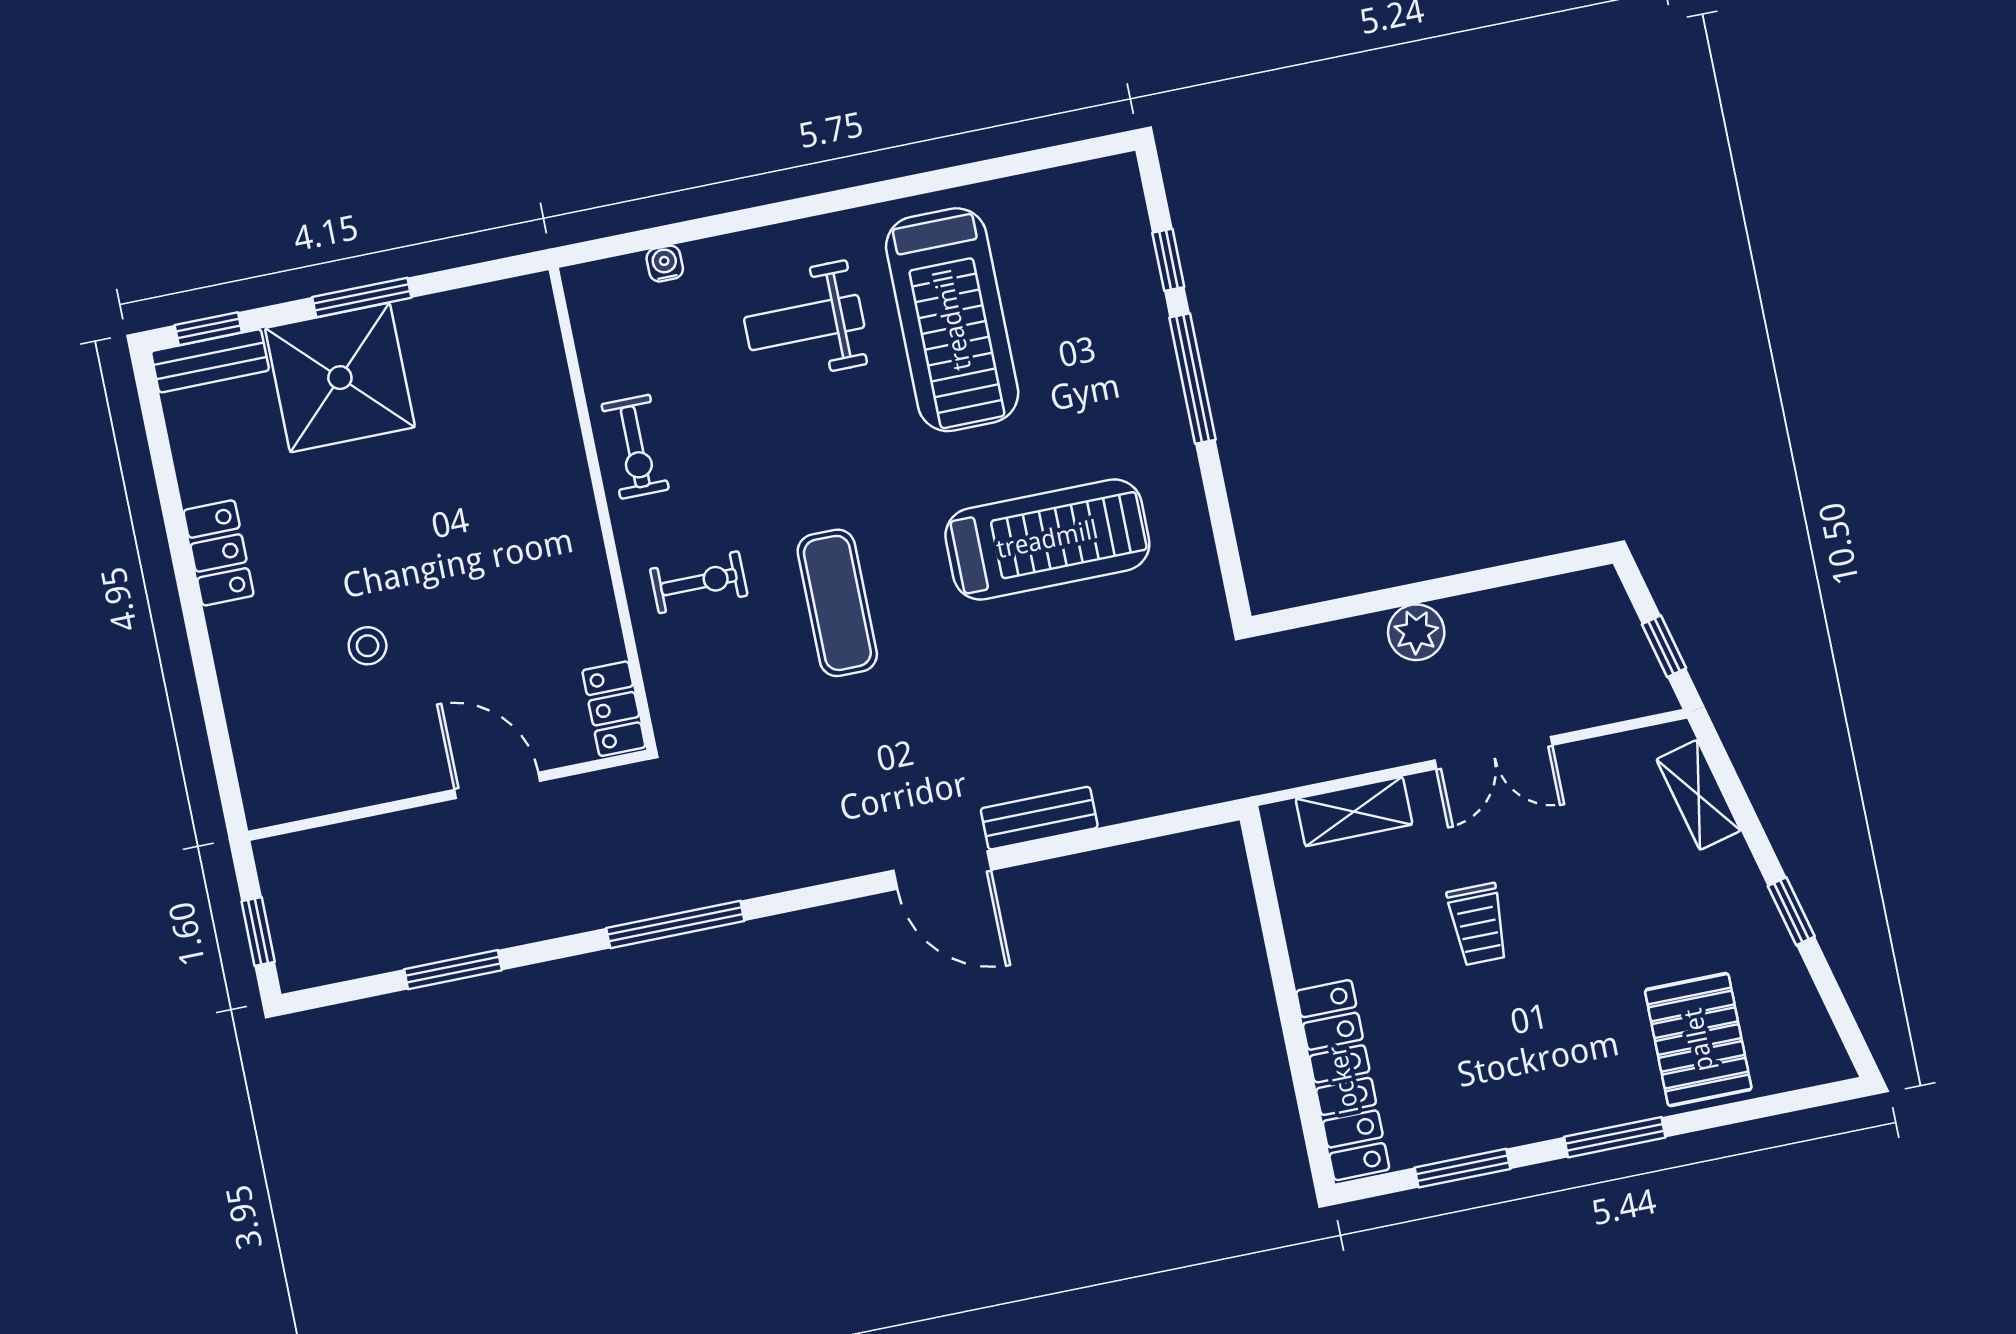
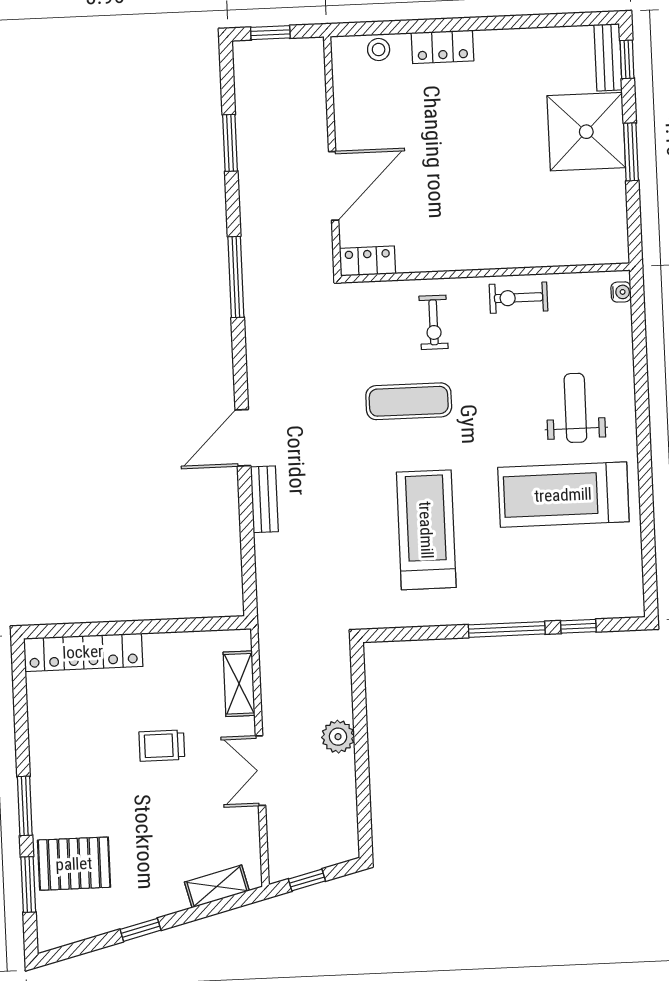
water cooler: (665, 264) -> (621, 292), moved
treadmill: (1047, 539) -> (426, 530), turned 180
locker: (218, 553) -> (443, 47), moved
stool: (368, 646) -> (379, 49), moved
door: (497, 785) -> (334, 186), width x1.36
window: (1462, 1168) -> (28, 884), moved

